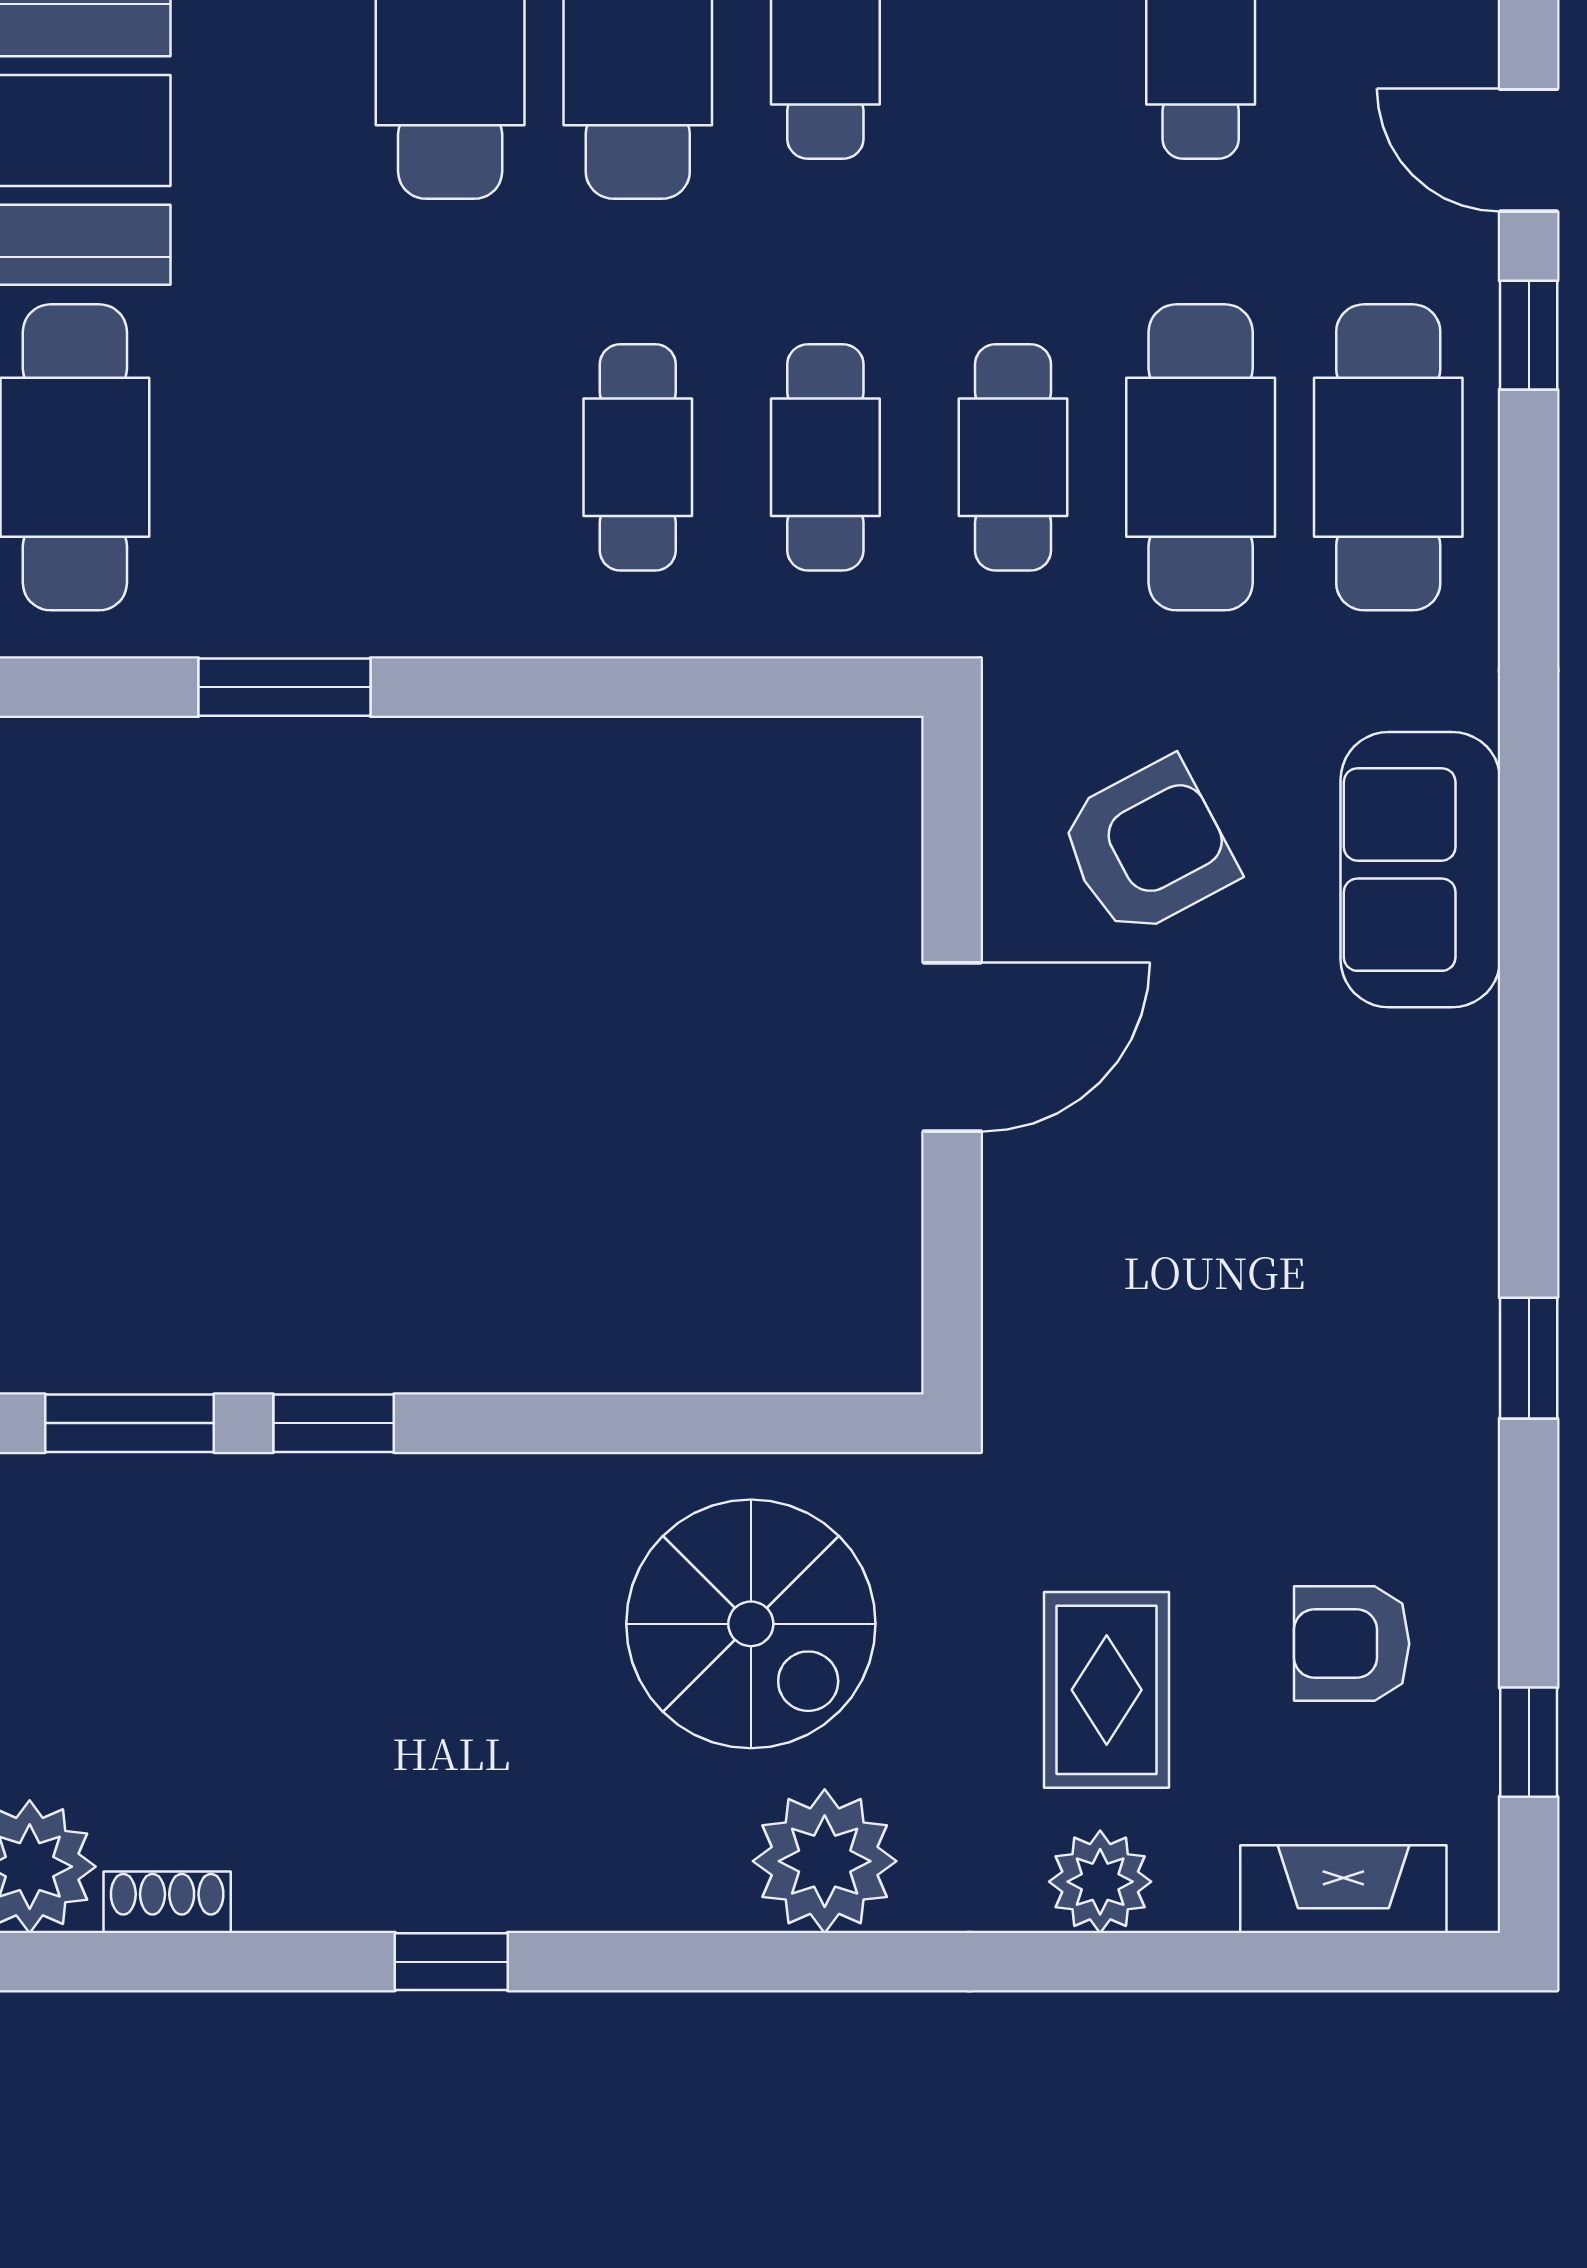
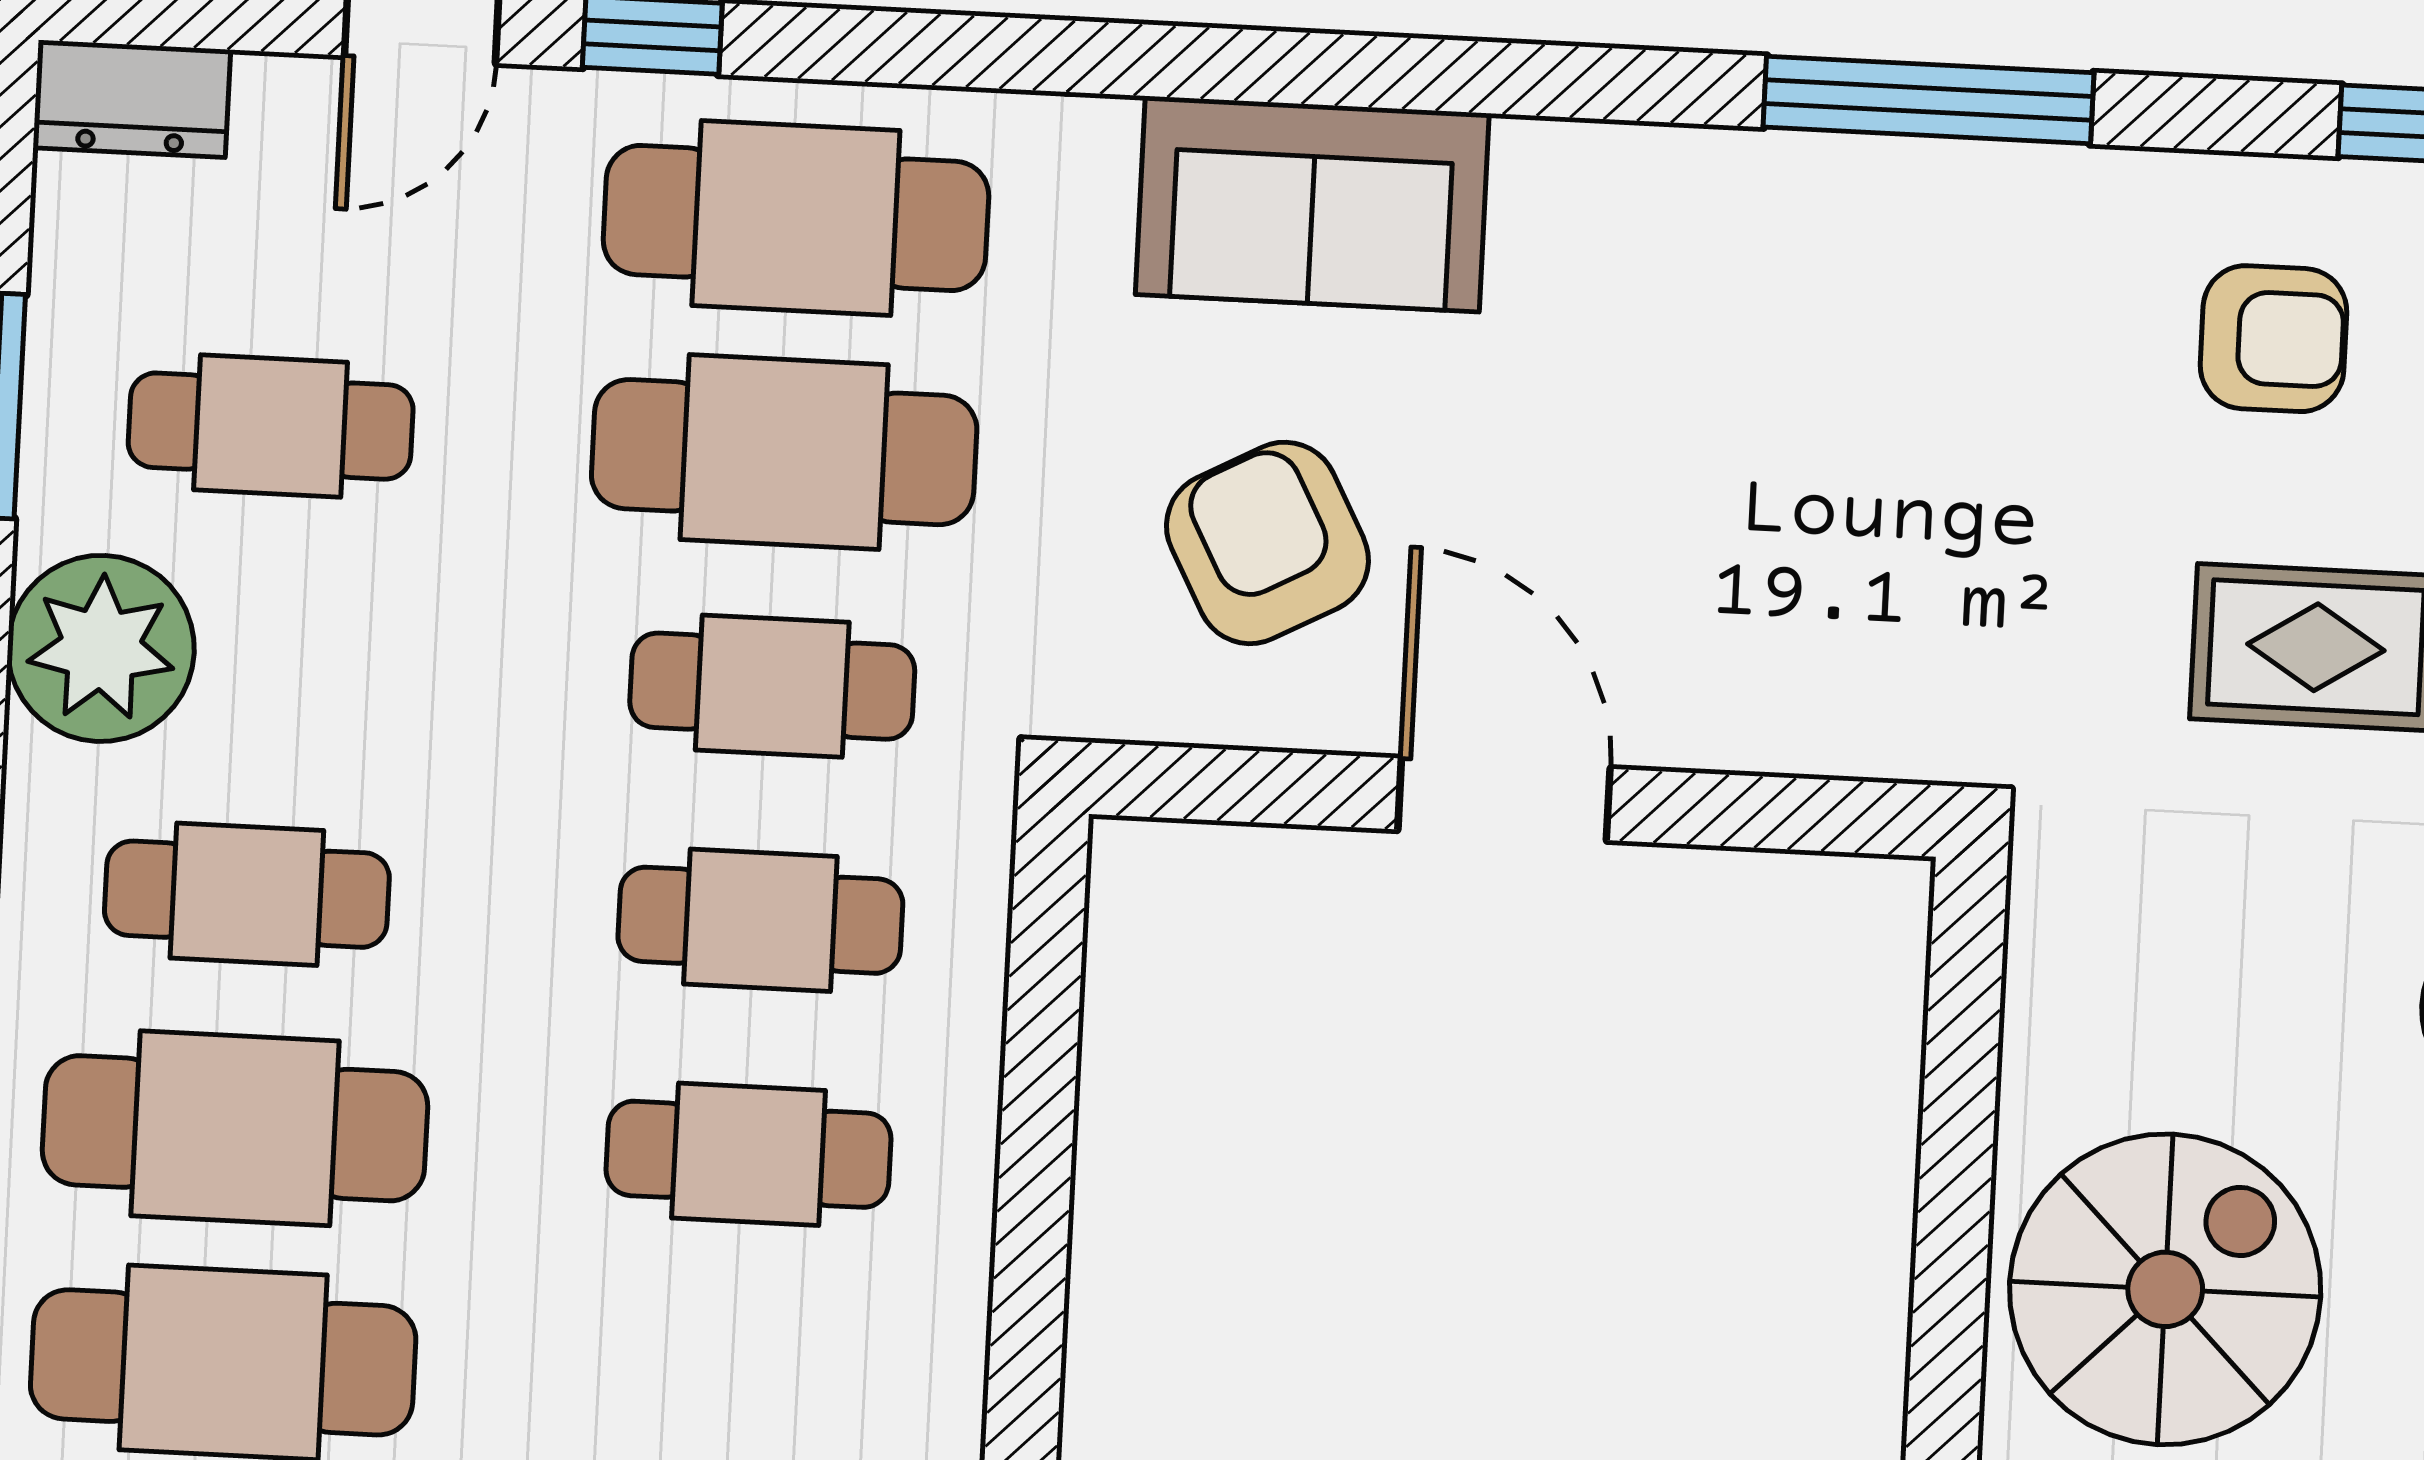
window: (1529, 1358) -> (1929, 100), width x2.17
spiral stairs: (751, 1624) -> (2165, 1289), moved
armchair: (1352, 1644) -> (2273, 339), turned -90

